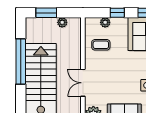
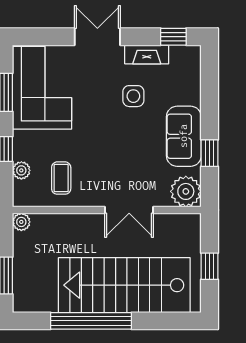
plant: (62, 22) -> (21, 222), moved

